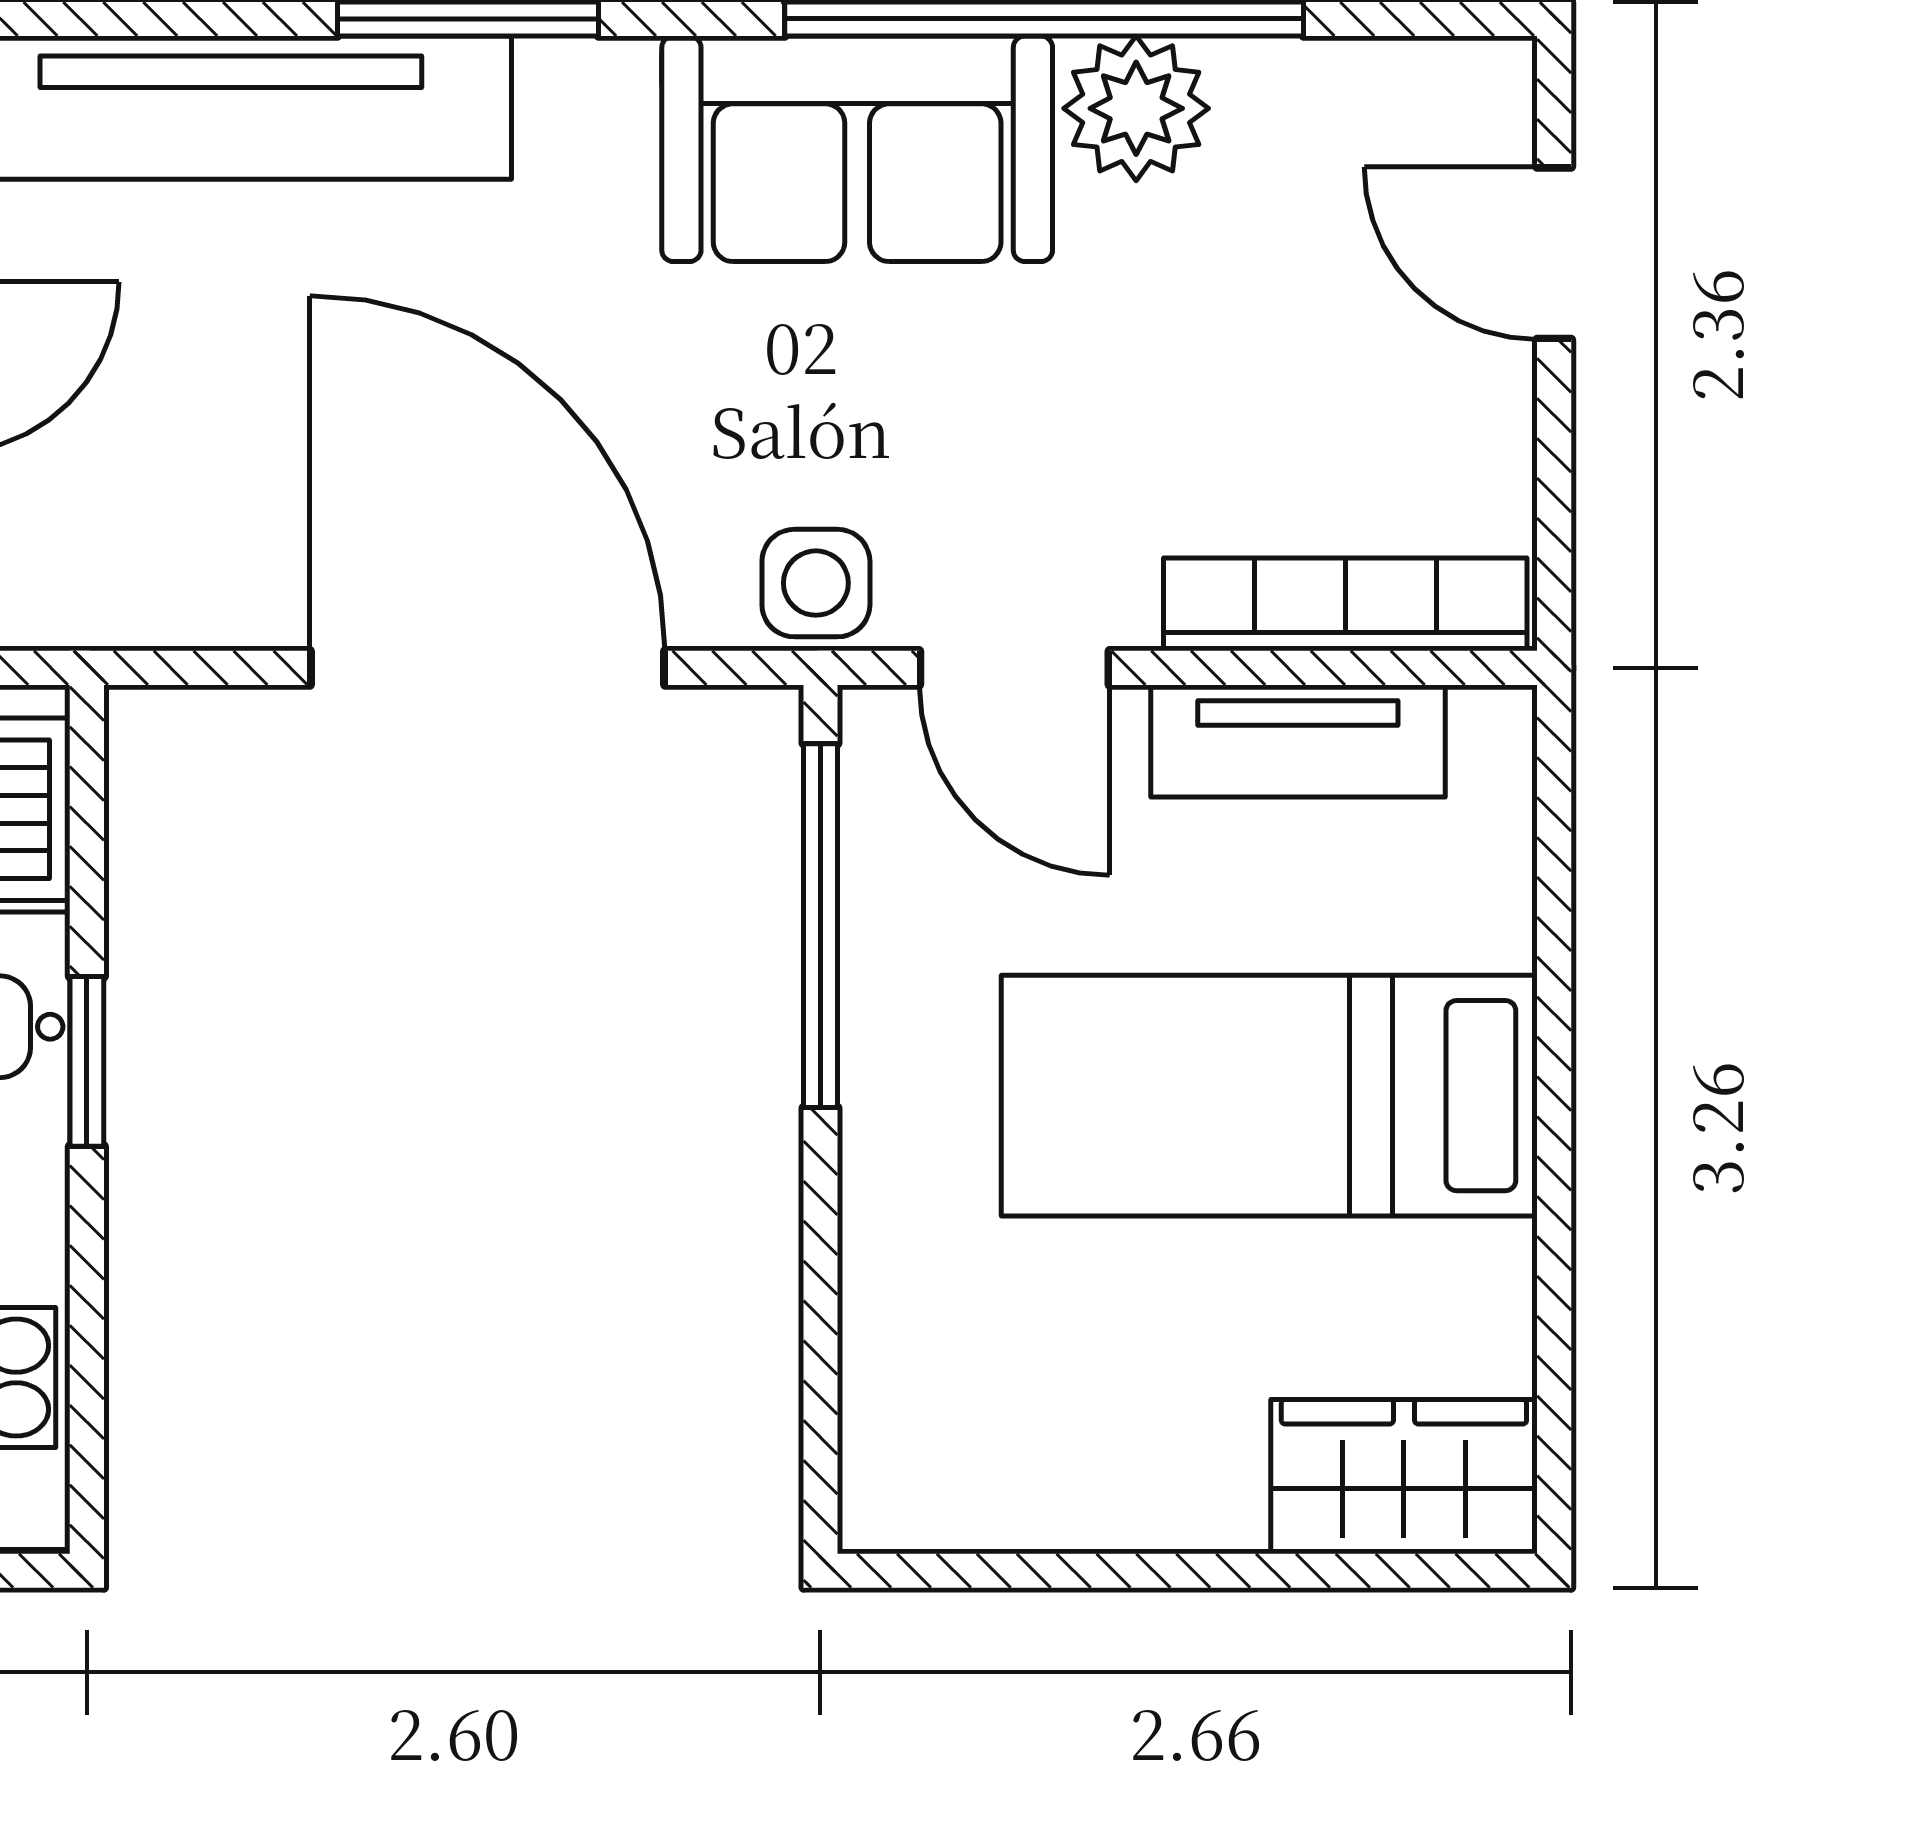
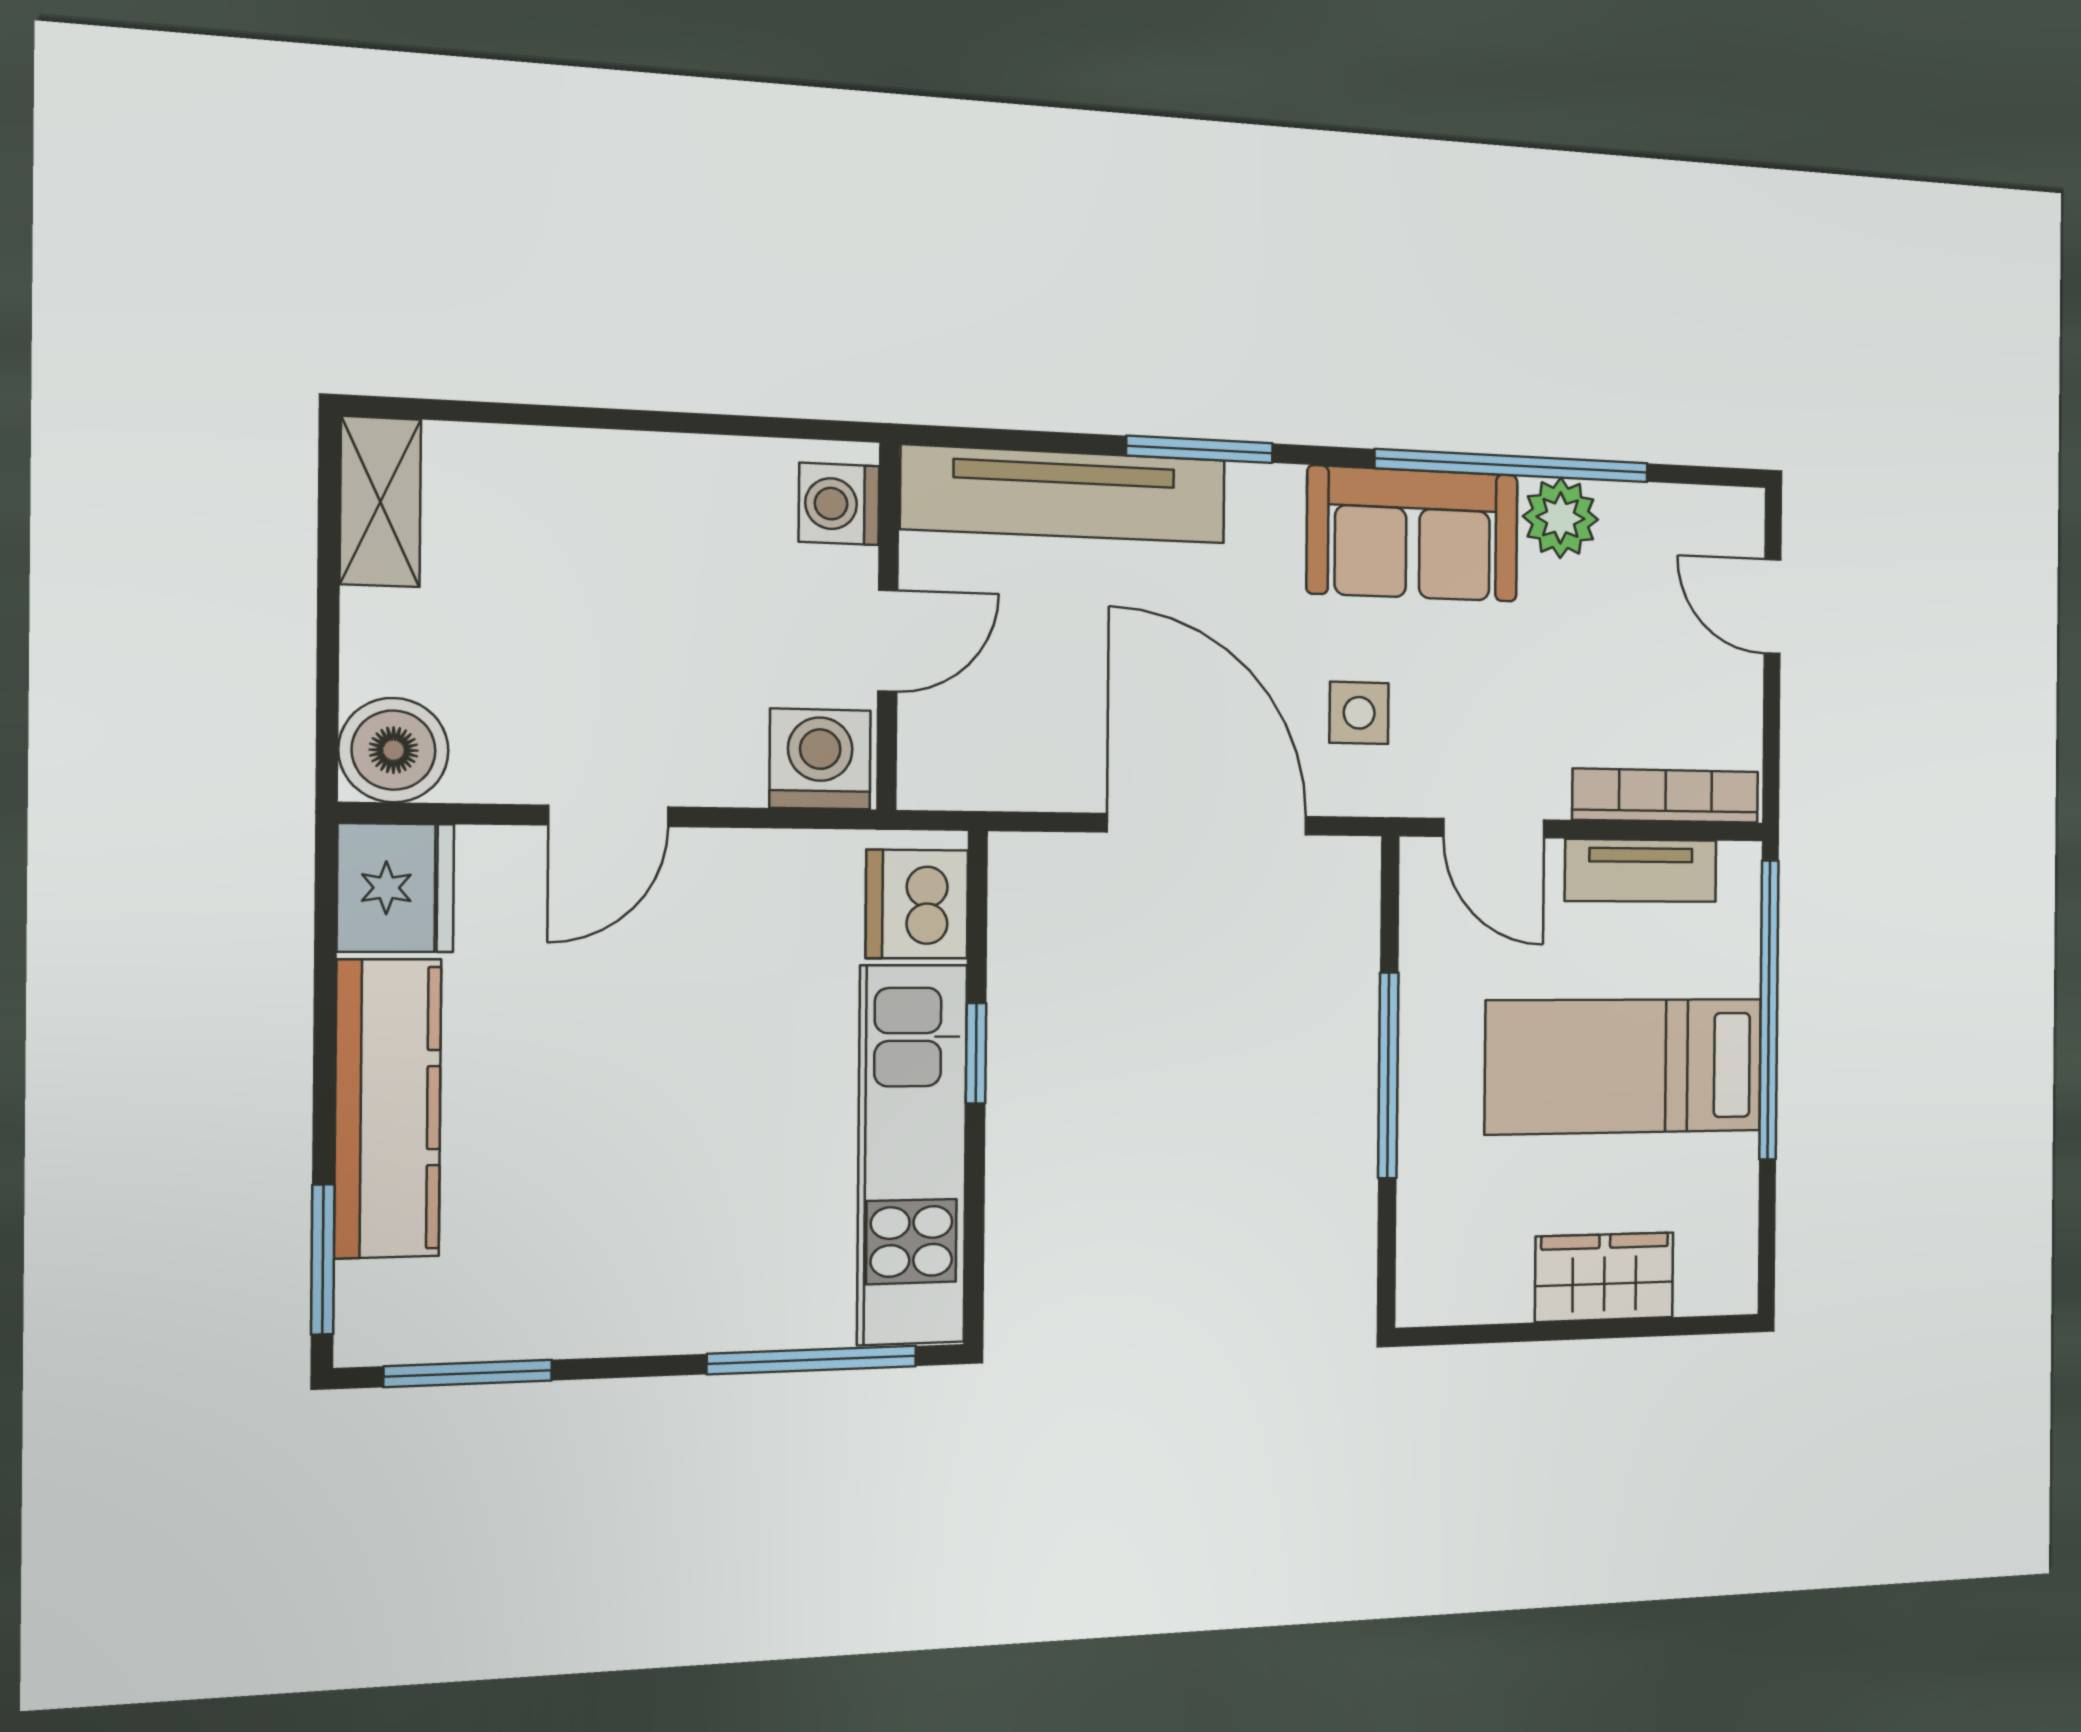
side table: (816, 583) -> (1359, 713), moved
window: (820, 926) -> (1388, 1075), moved
window: (1554, 995) -> (1769, 1010), added
wardrobe: (1404, 1477) -> (1604, 1277), moved

